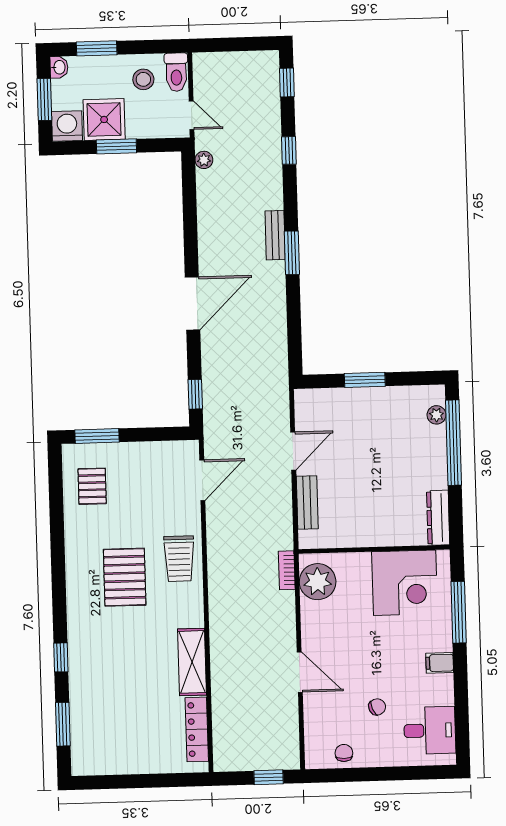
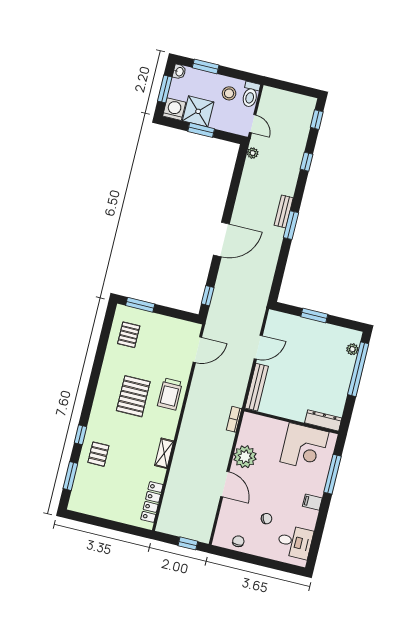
bench: (307, 502) -> (257, 387), width x1.36
dresser: (438, 518) -> (323, 420), moved, turned 90
plant: (318, 582) -> (245, 457), moved
shelving: (192, 662) -> (164, 453), width x0.67, depth x0.75
pallet: (96, 679) -> (98, 454), added

